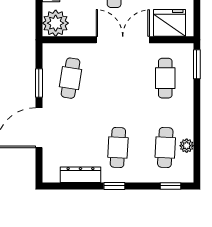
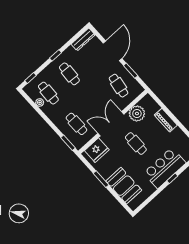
plant: (56, 23) -> (137, 113), moved
double door: (123, 40) -> (111, 124), swing flipped
dresser: (80, 175) -> (83, 39), moved

